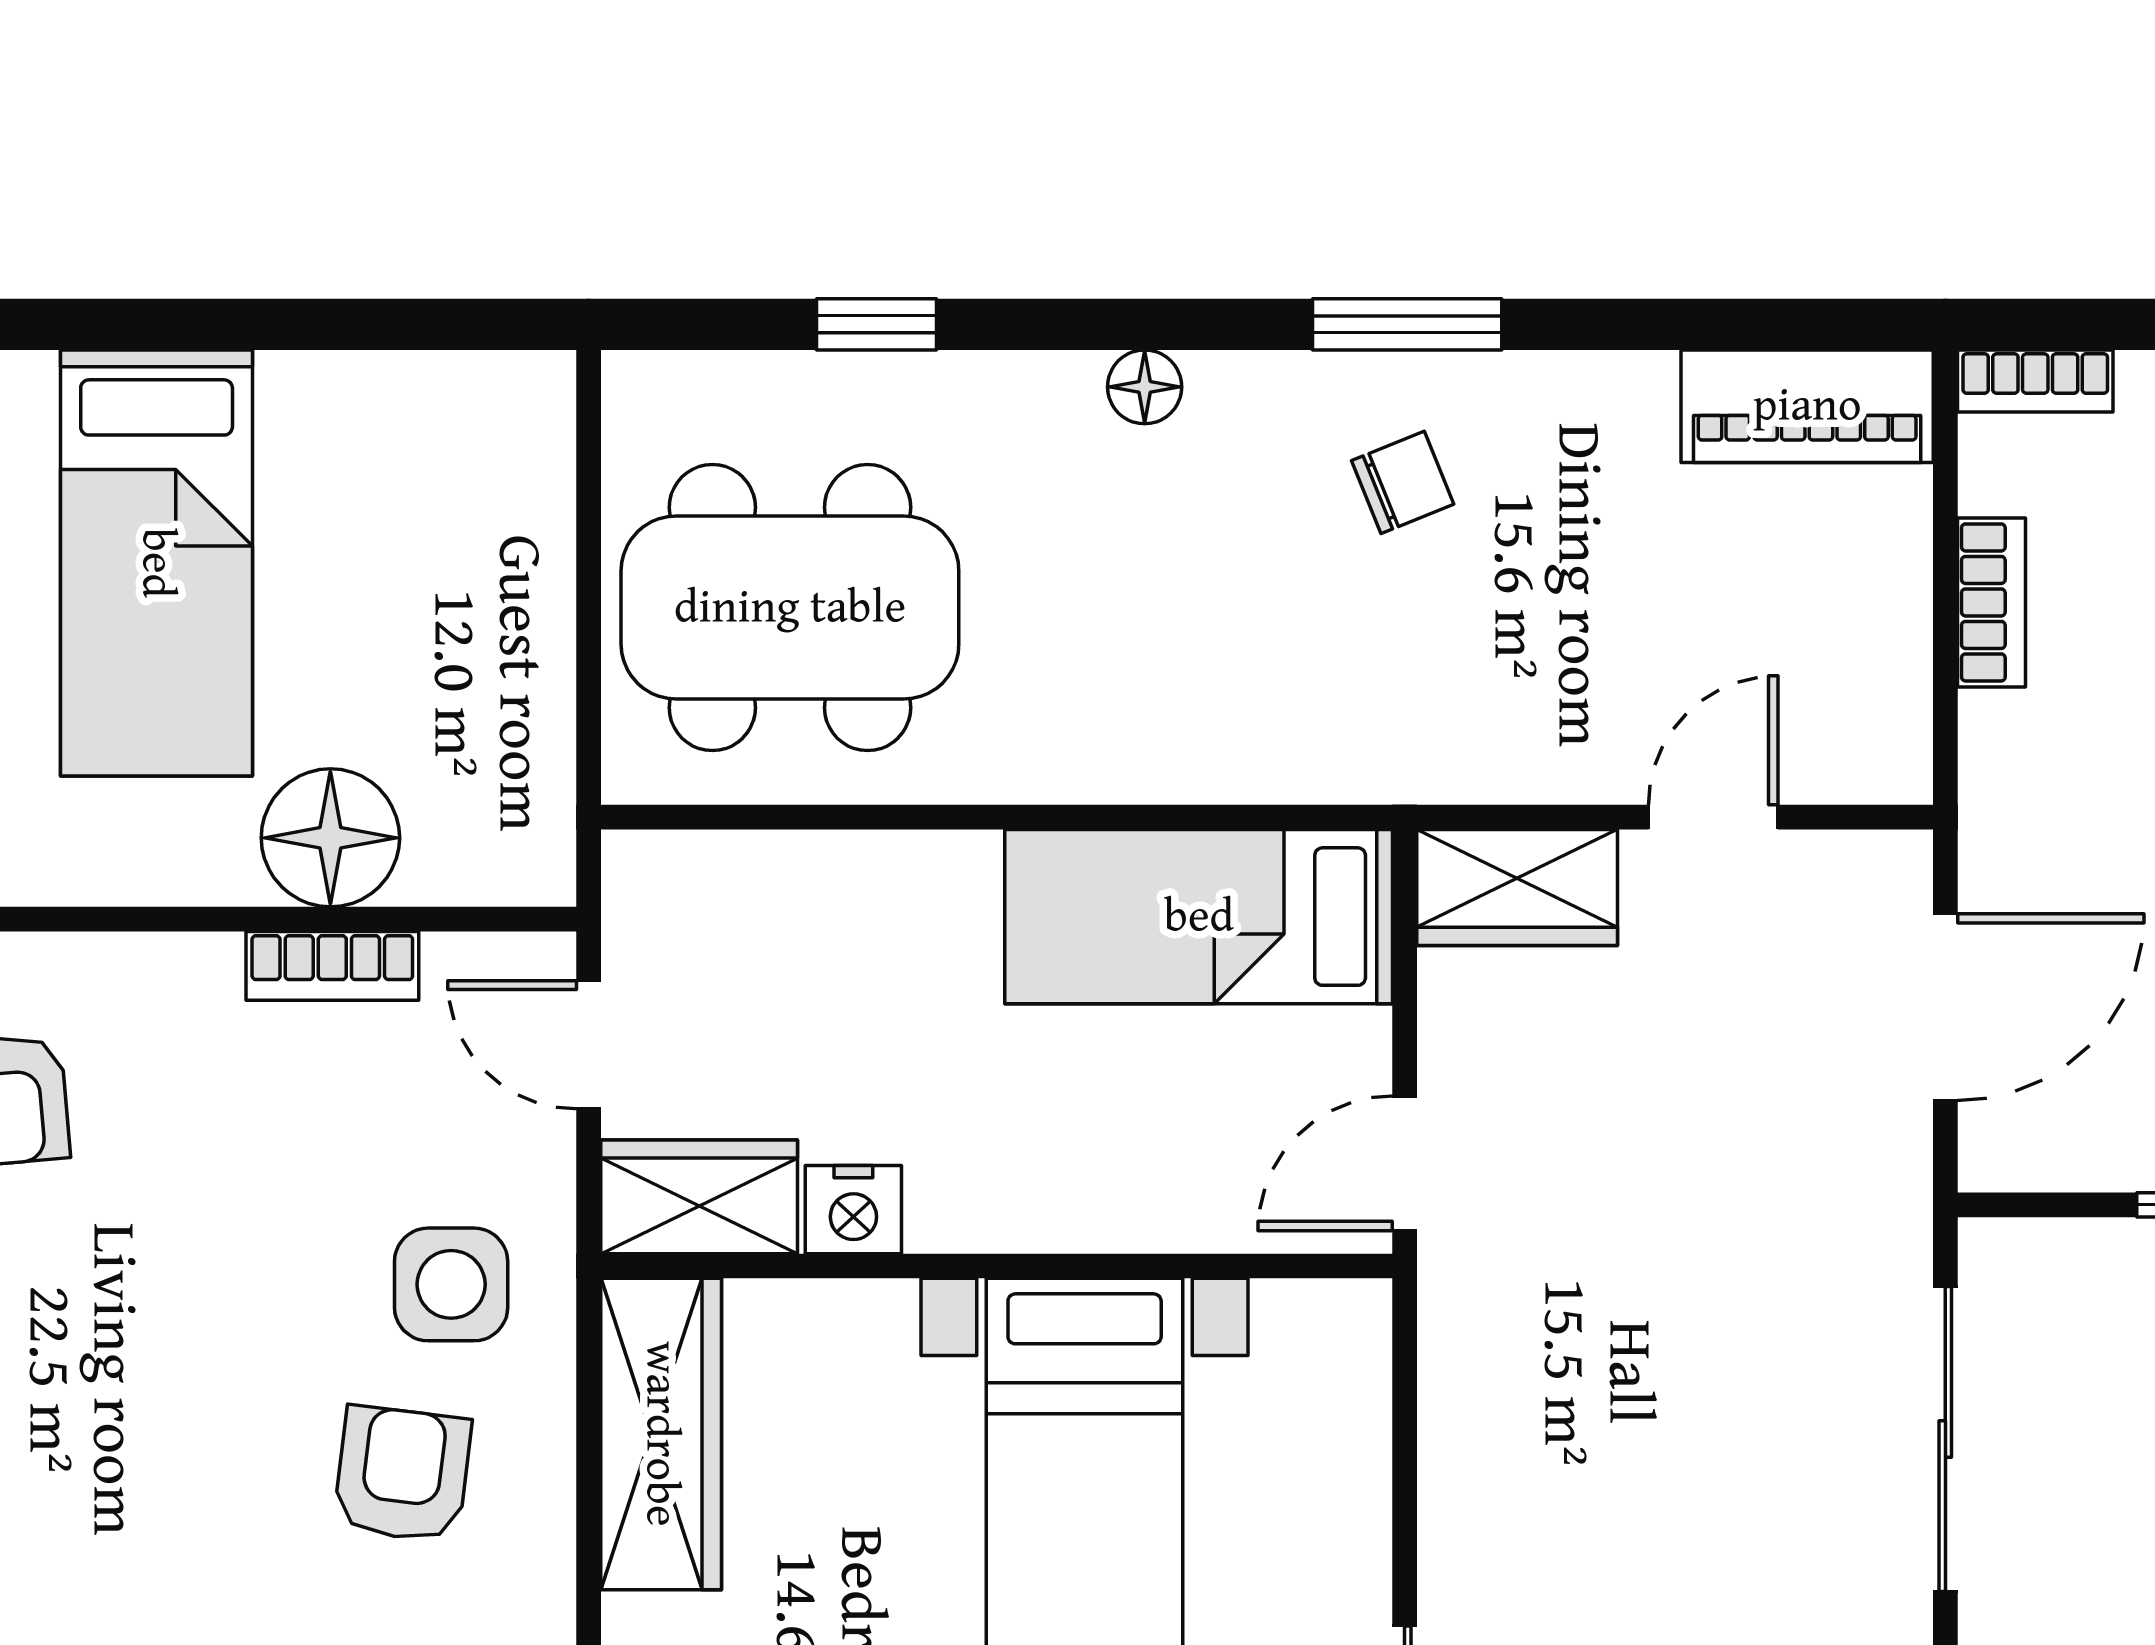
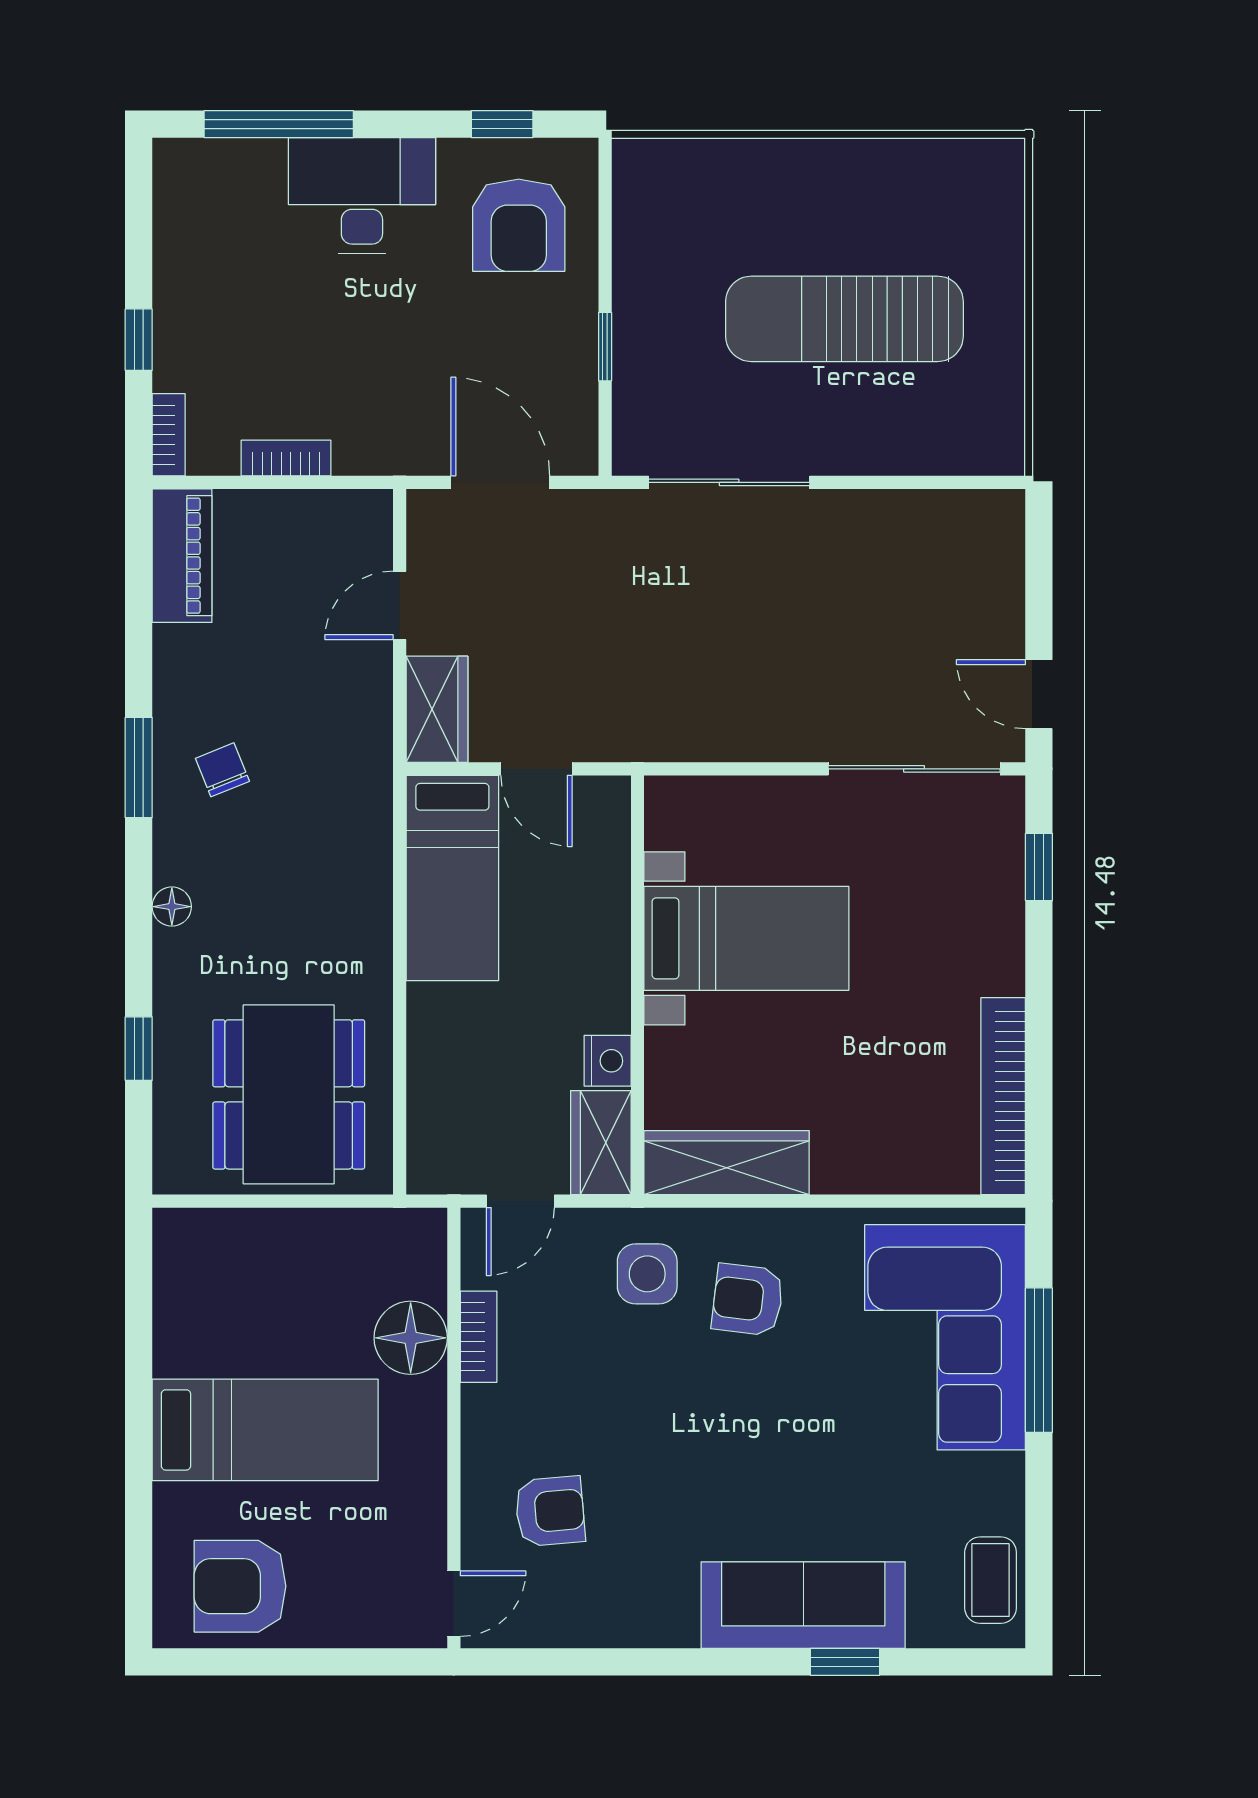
door: (1713, 817) -> (400, 605), hinge flipped
door: (1405, 1163) -> (537, 769), moved

